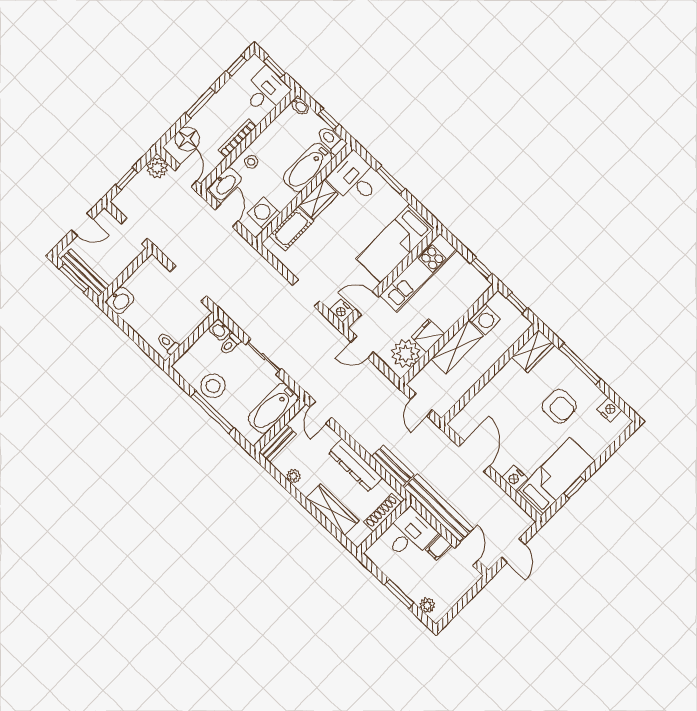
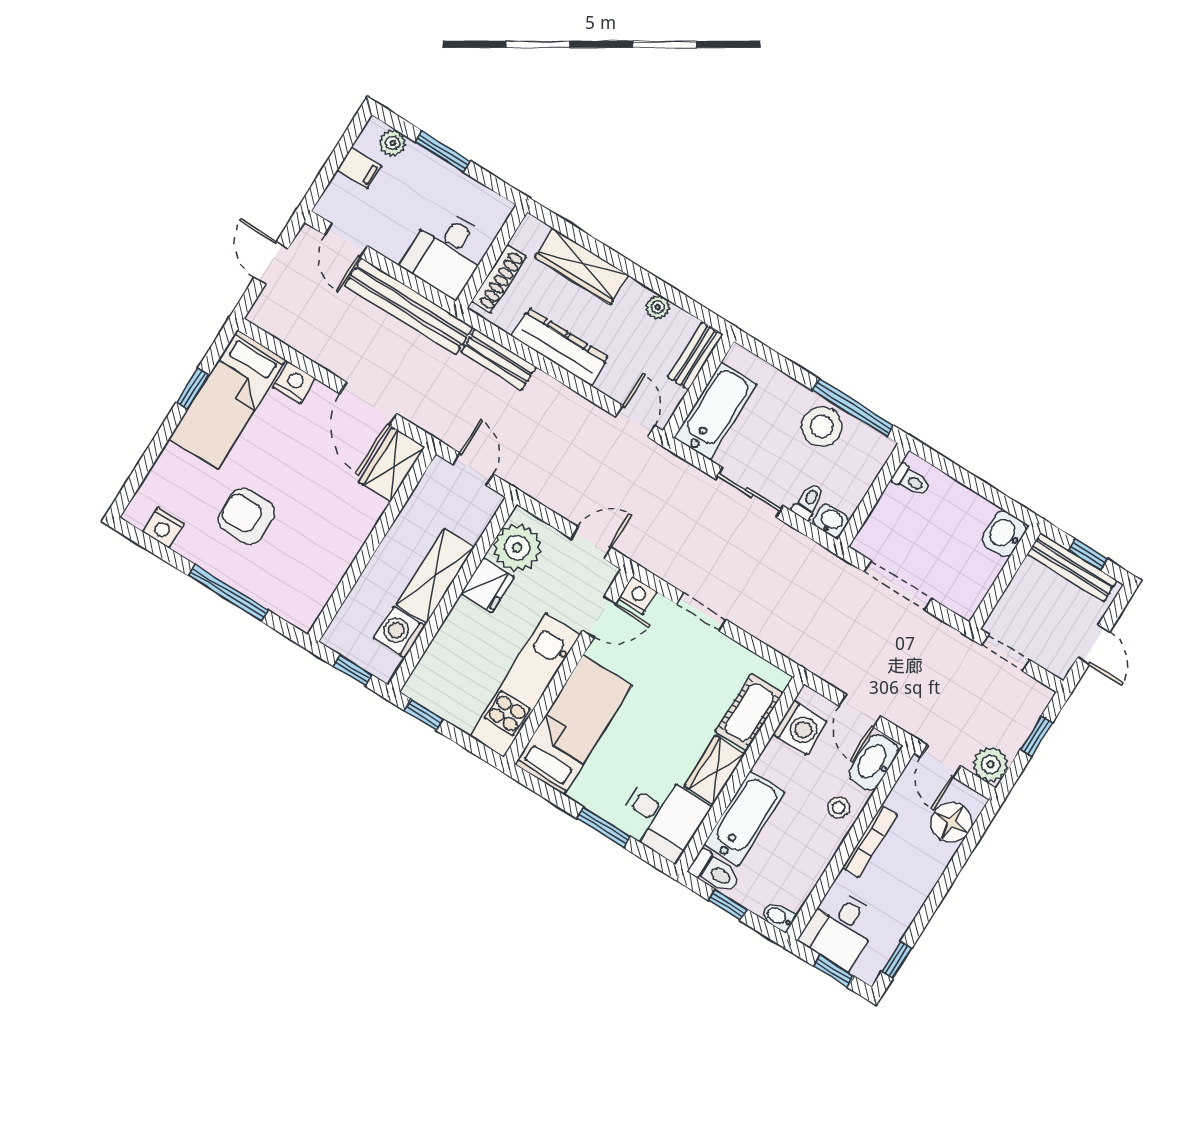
window: (201, 103) -> (942, 887), removed
door: (82, 225) -> (1094, 645), swing flipped
window: (74, 278) -> (1088, 555), width x0.67
wardrobe: (533, 351) -> (392, 464), moved
window: (212, 412) -> (853, 408), moved
filing cabinet: (439, 547) -> (359, 168), moved, turned 90

